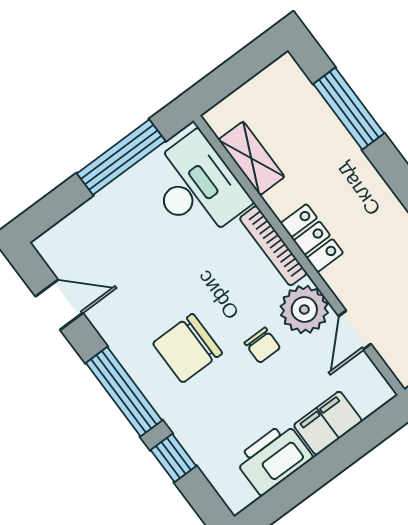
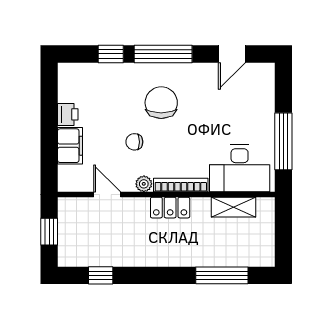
plant: (304, 309) -> (144, 184), width x0.53, depth x0.53
printer: (274, 458) -> (68, 114), width x0.53, depth x0.68

